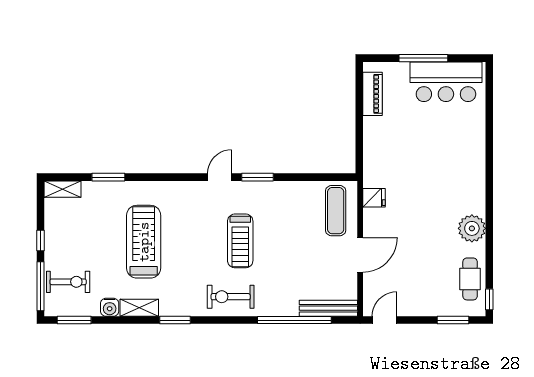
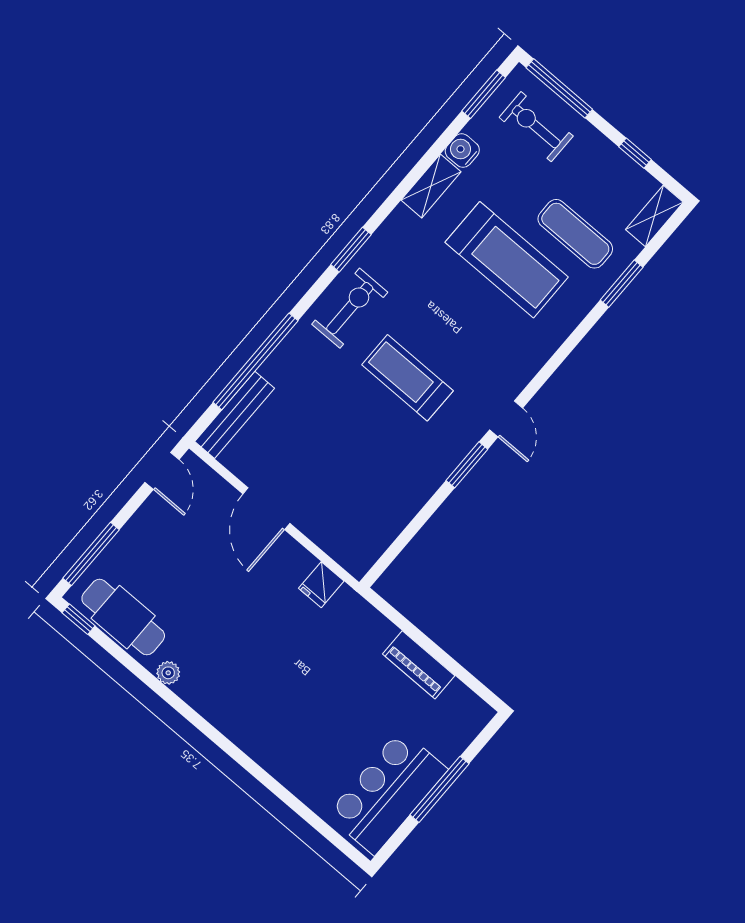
piano: (373, 94) -> (419, 665), moved
exercise mat: (336, 211) -> (575, 234), moved
plant: (472, 228) -> (168, 673), width x0.53, depth x0.53
window: (41, 240) -> (635, 153), moved
cafe table: (470, 279) -> (123, 617), width x1.37, depth x1.35
exercise bike: (68, 282) -> (536, 127), turned 90
window: (175, 320) -> (351, 250), moved
window: (453, 320) -> (91, 554), width x1.44

